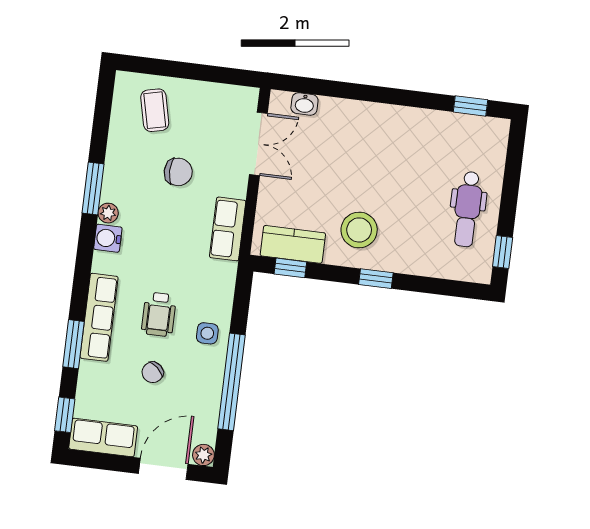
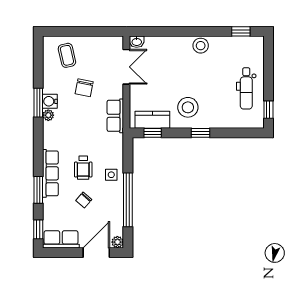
washbasin: (304, 104) -> (137, 42), moved
stool: (396, 123) -> (201, 46), added
chair: (178, 172) -> (84, 88), turned 101
water cooler: (108, 238) -> (50, 101), moved

